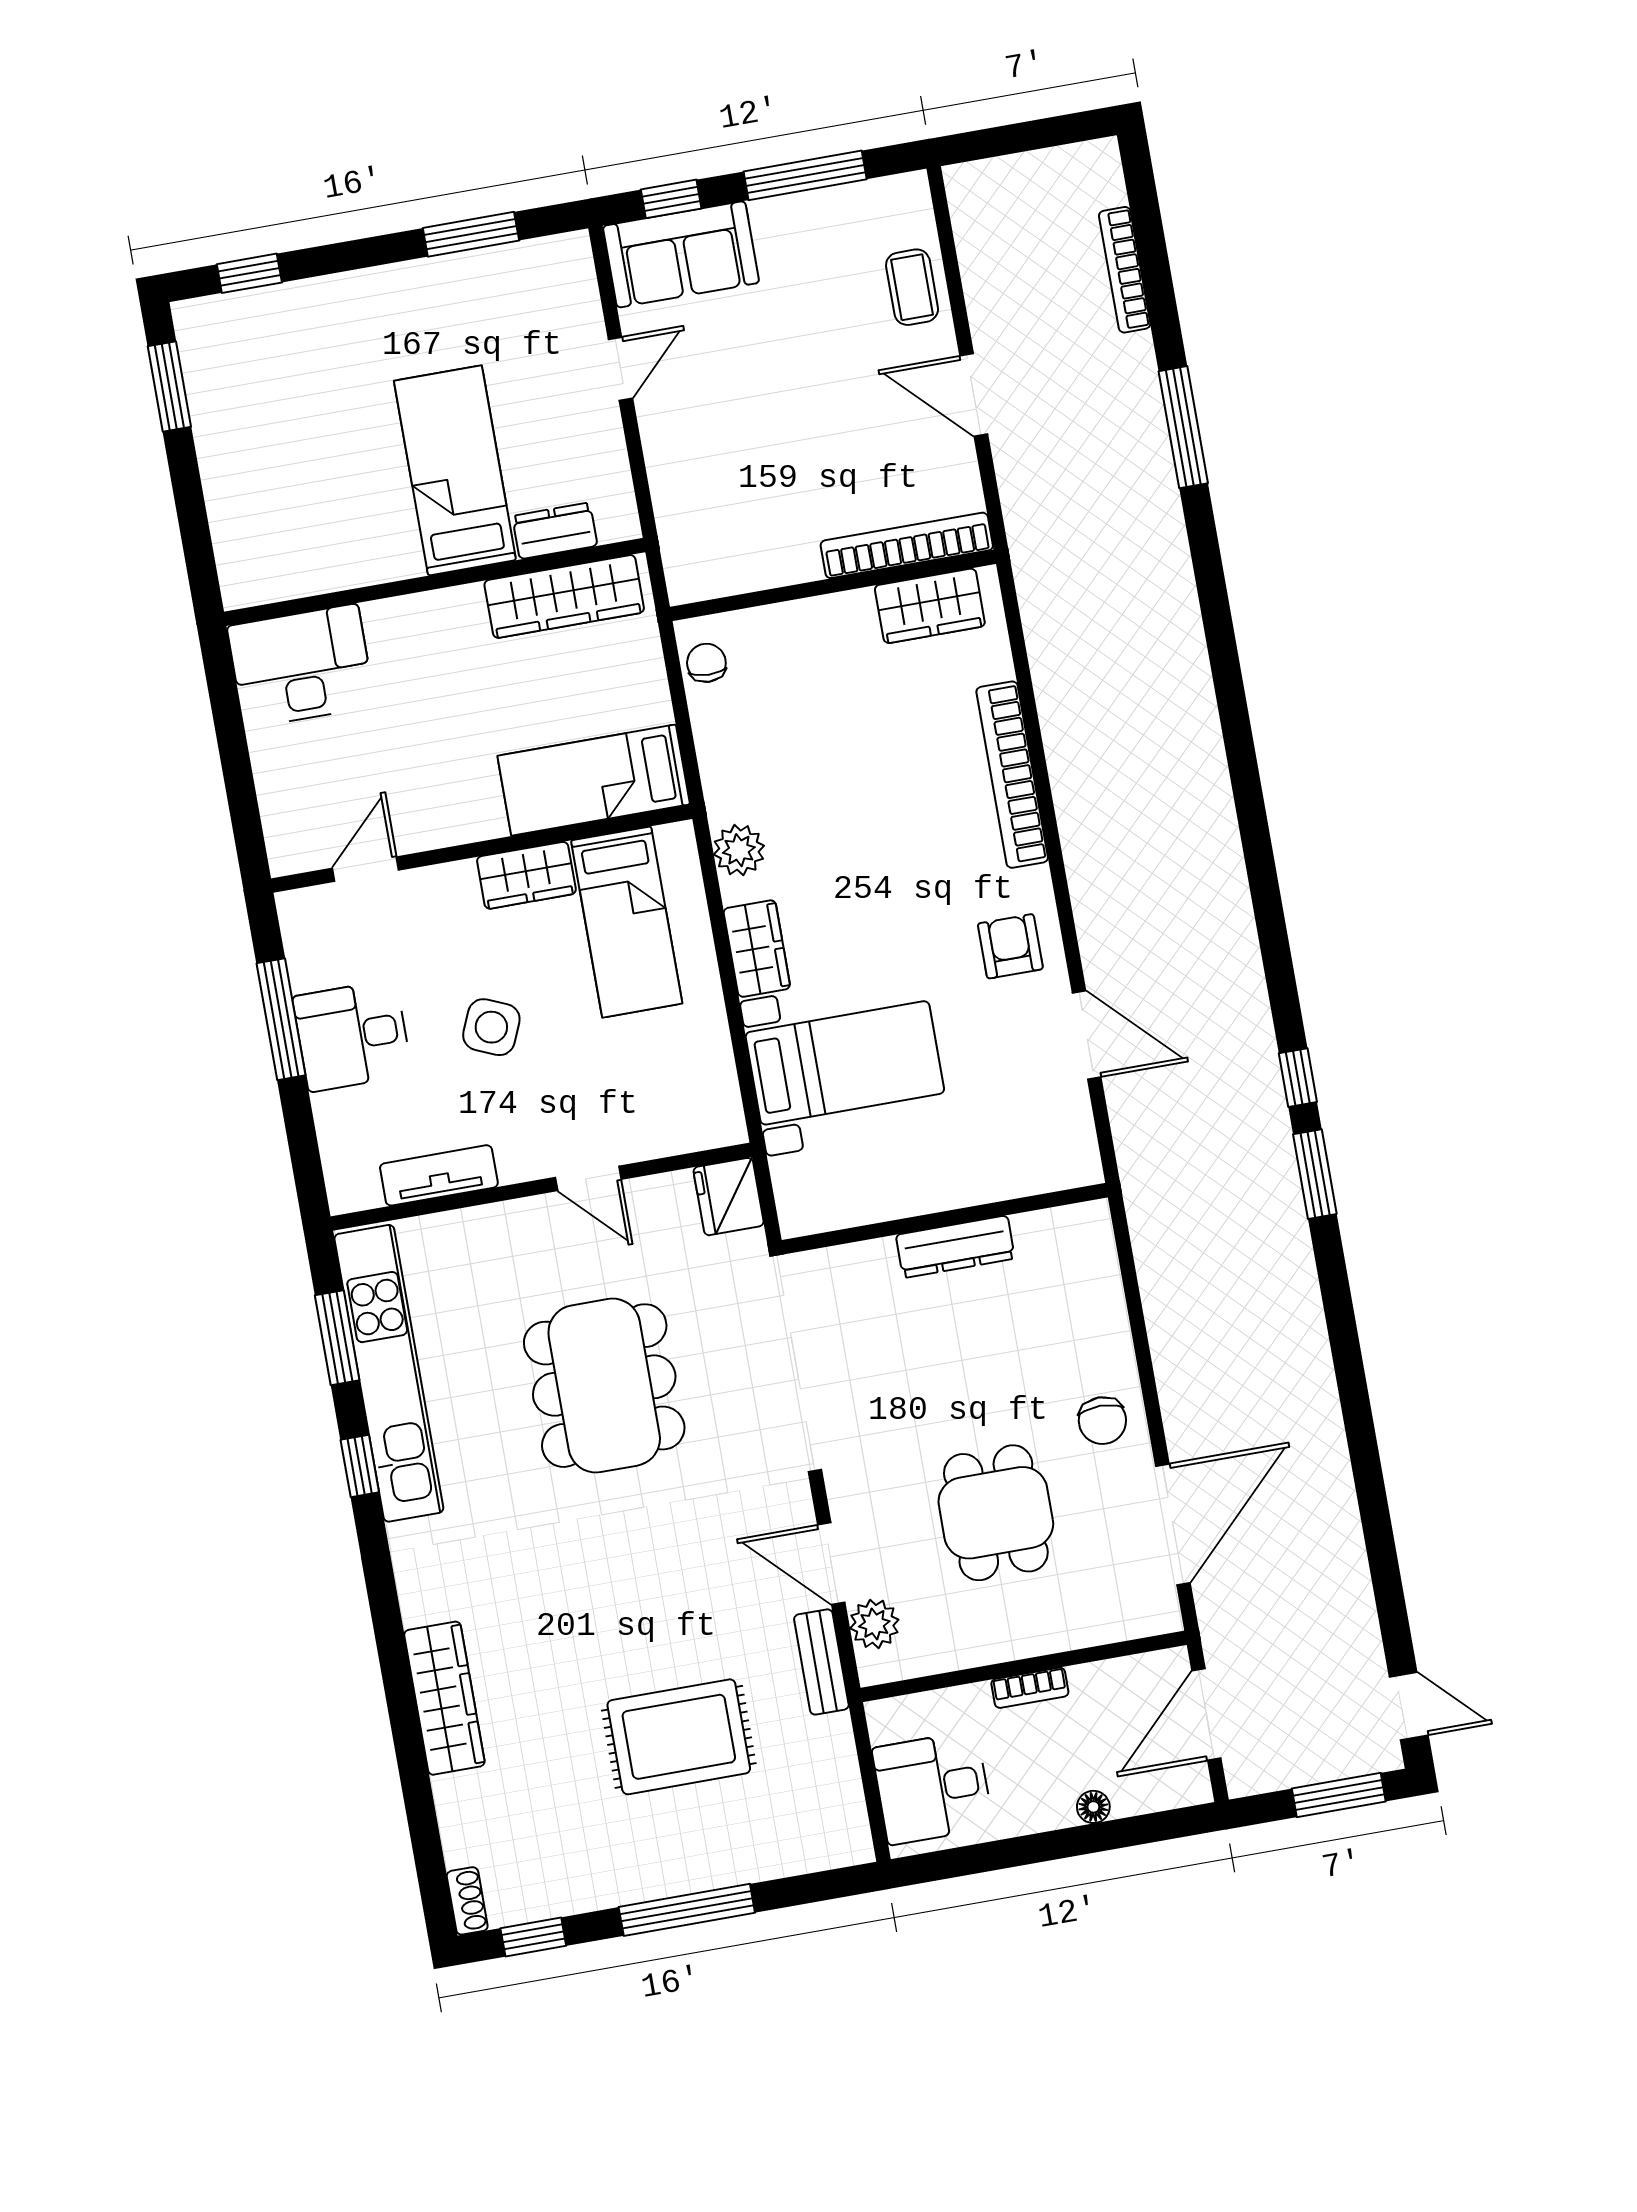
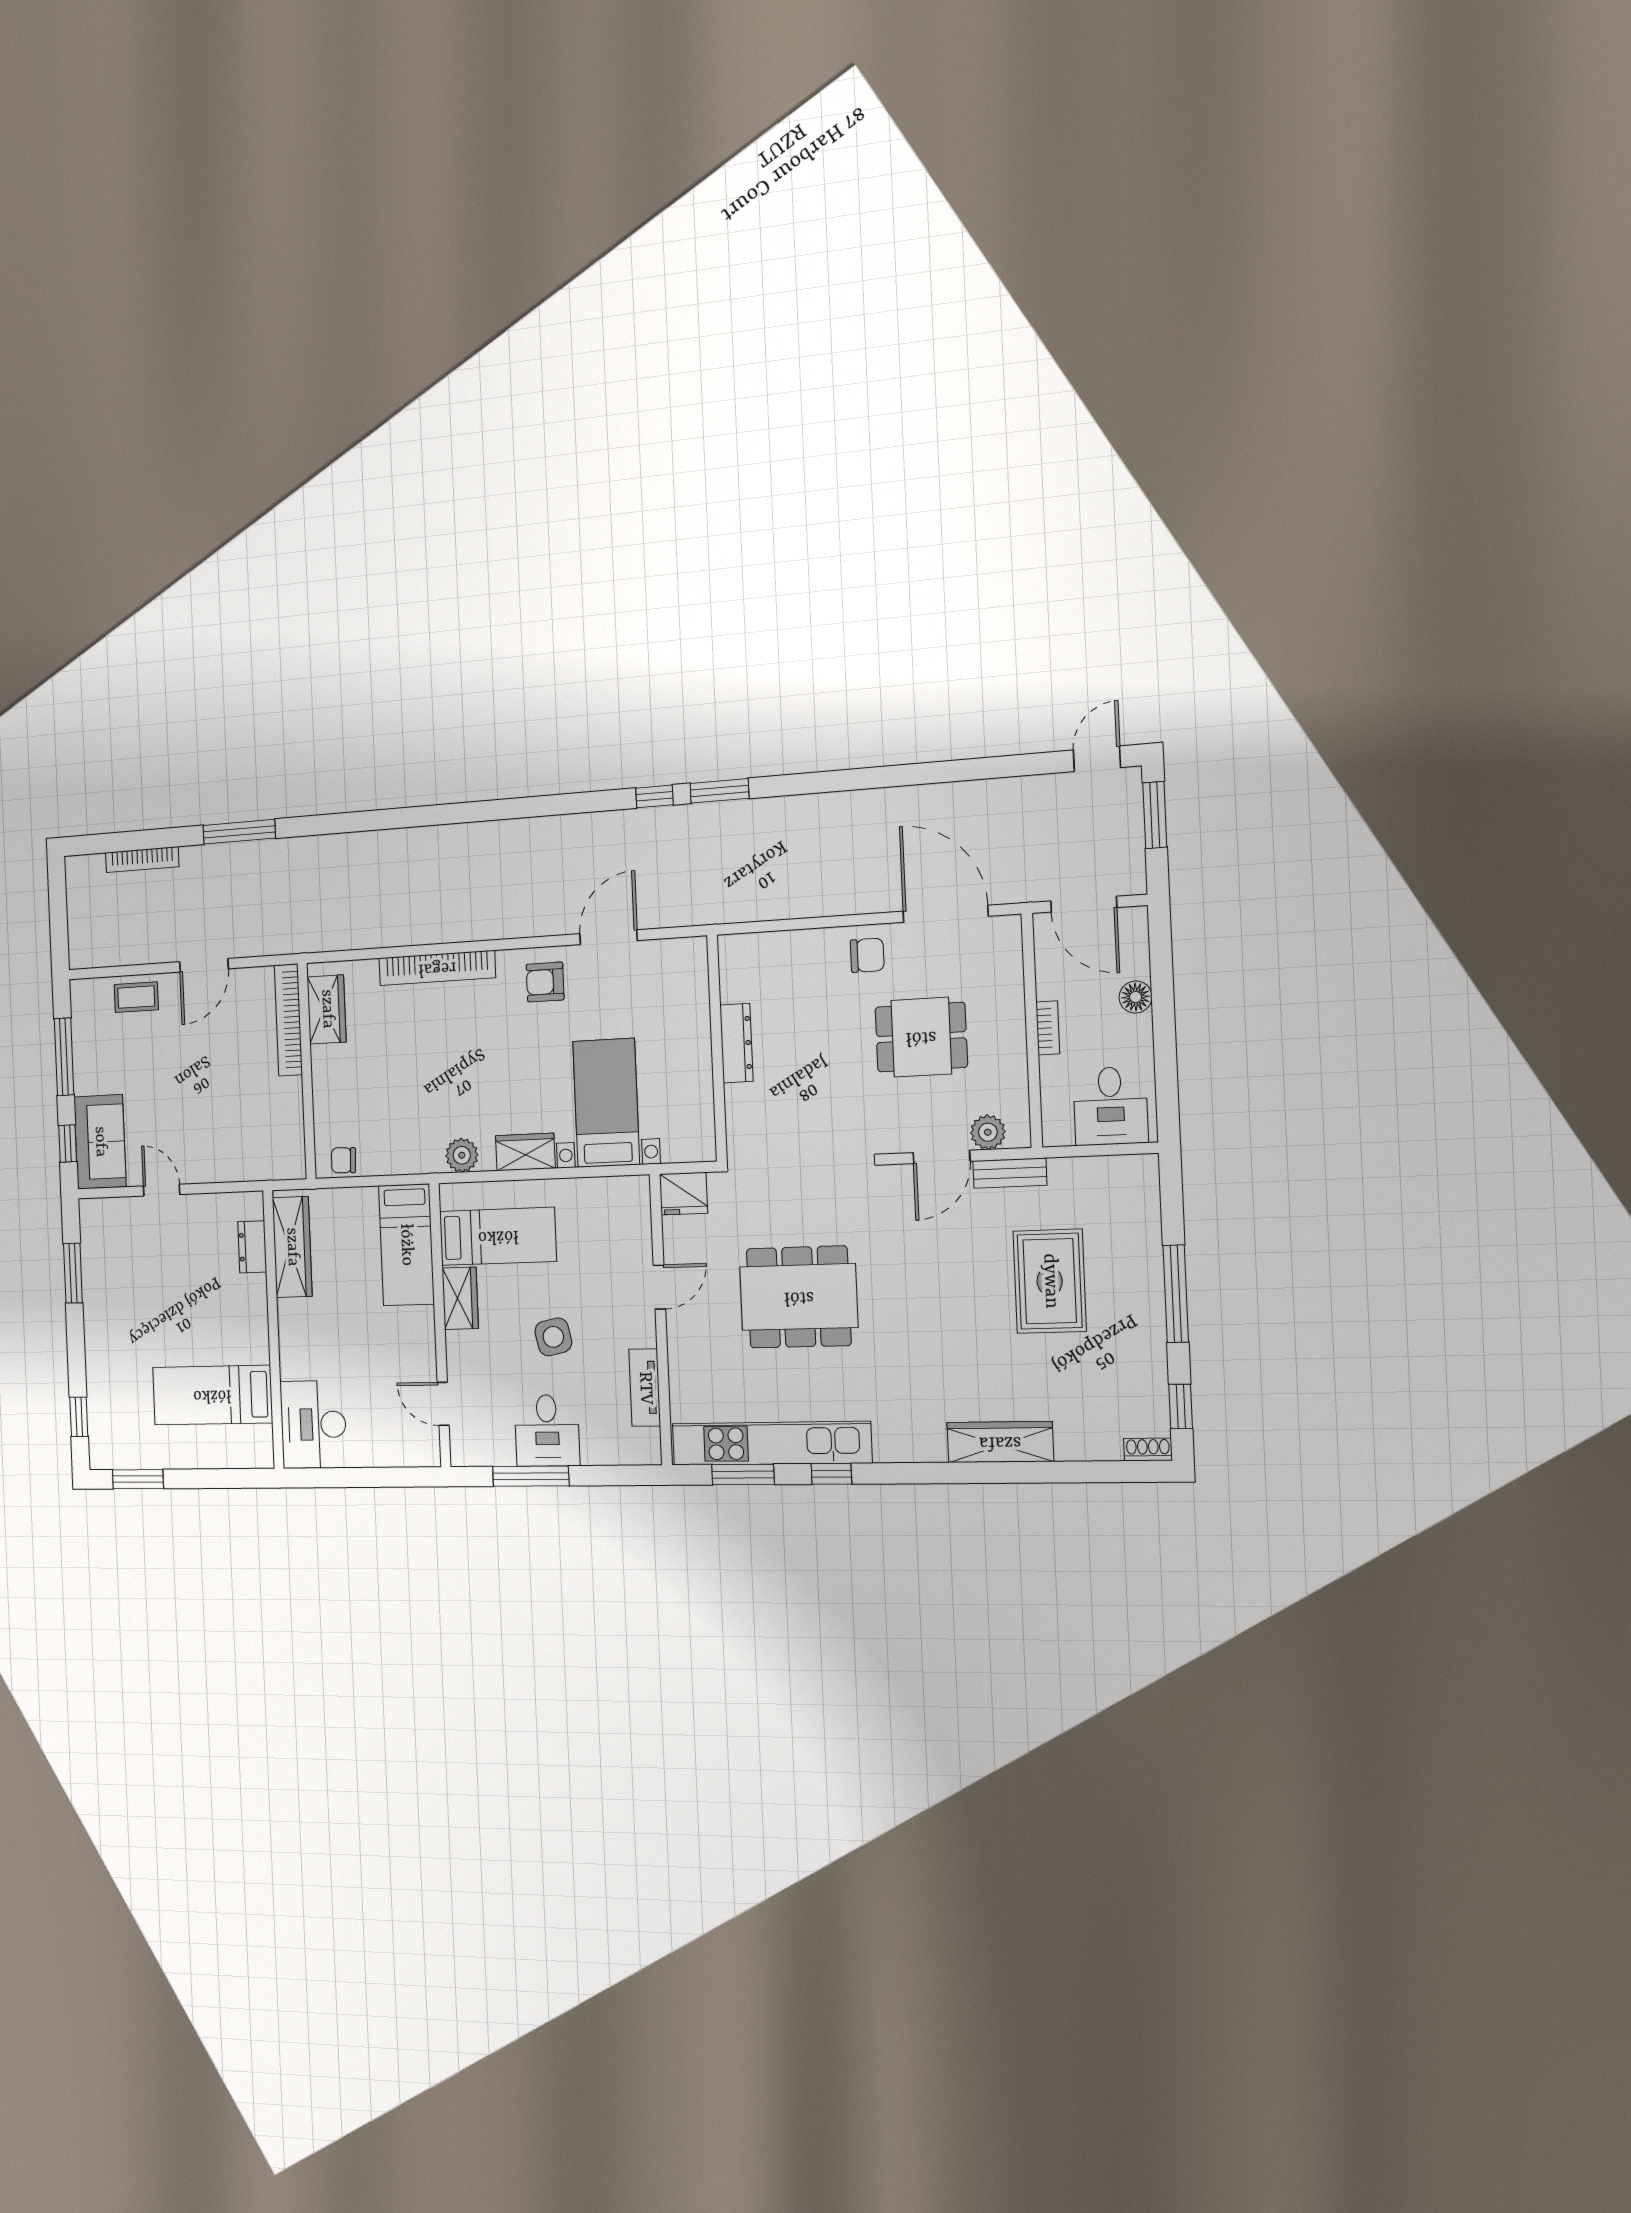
bed: (455, 470) -> (212, 1395), moved
side table: (491, 1027) -> (553, 1337), turned -35
floor lamp: (1093, 1807) -> (1136, 997), width x1.37, depth x1.37

